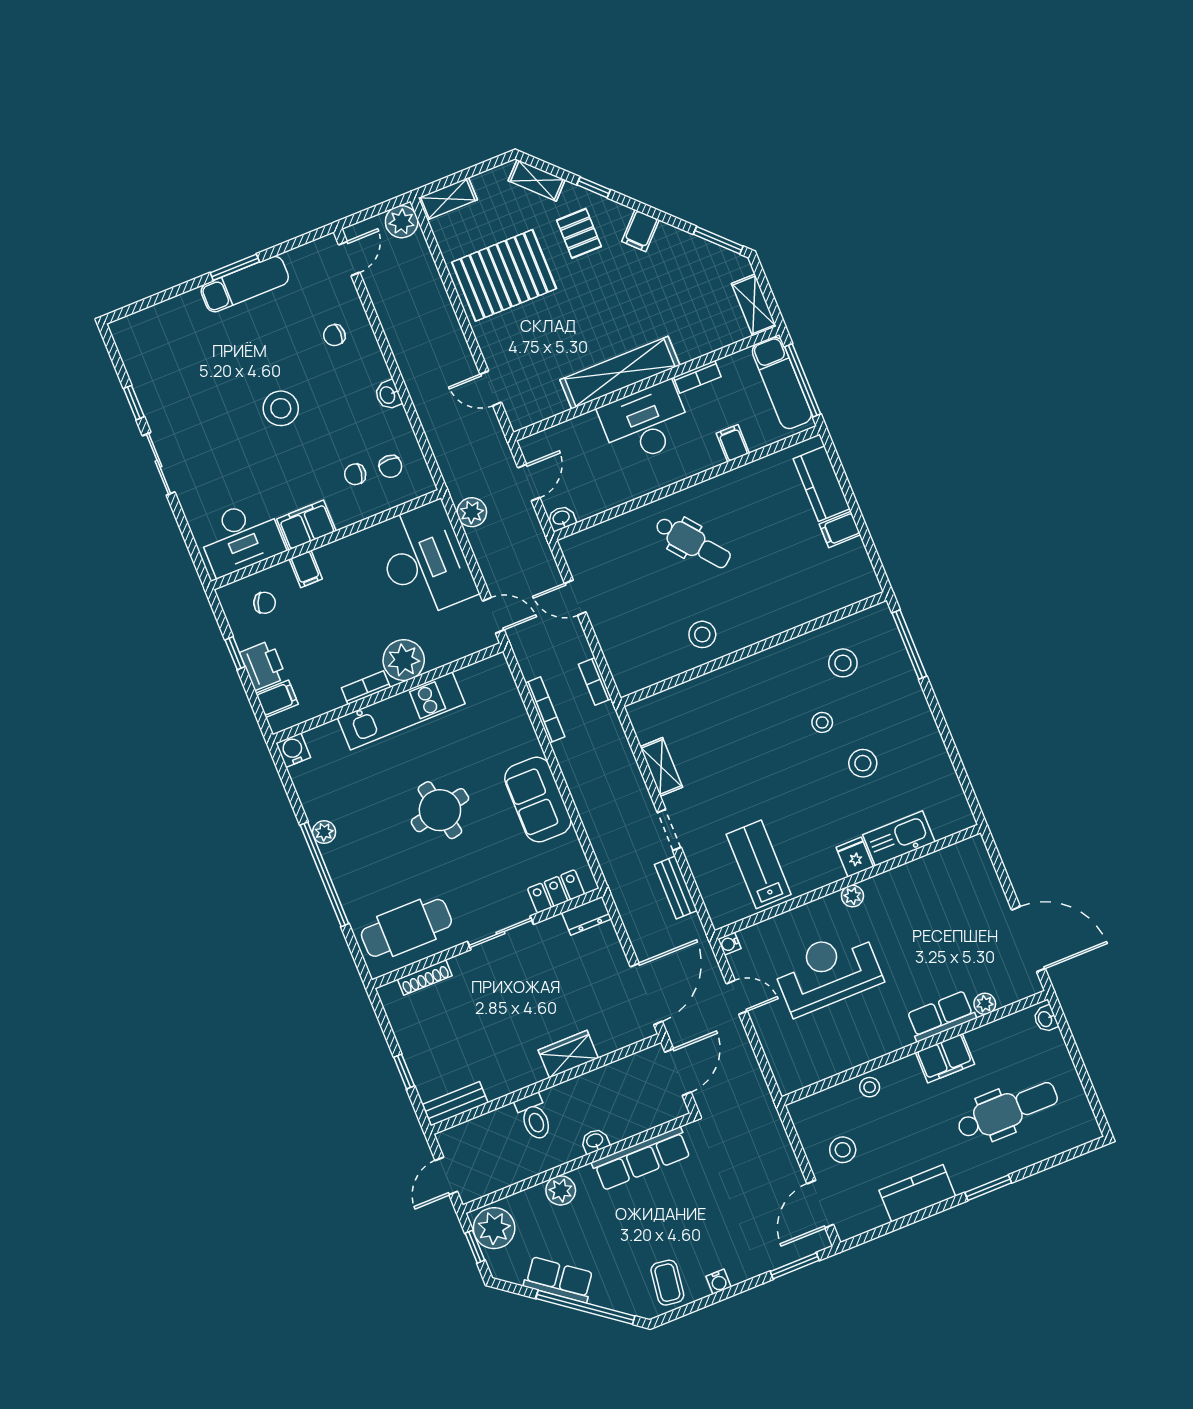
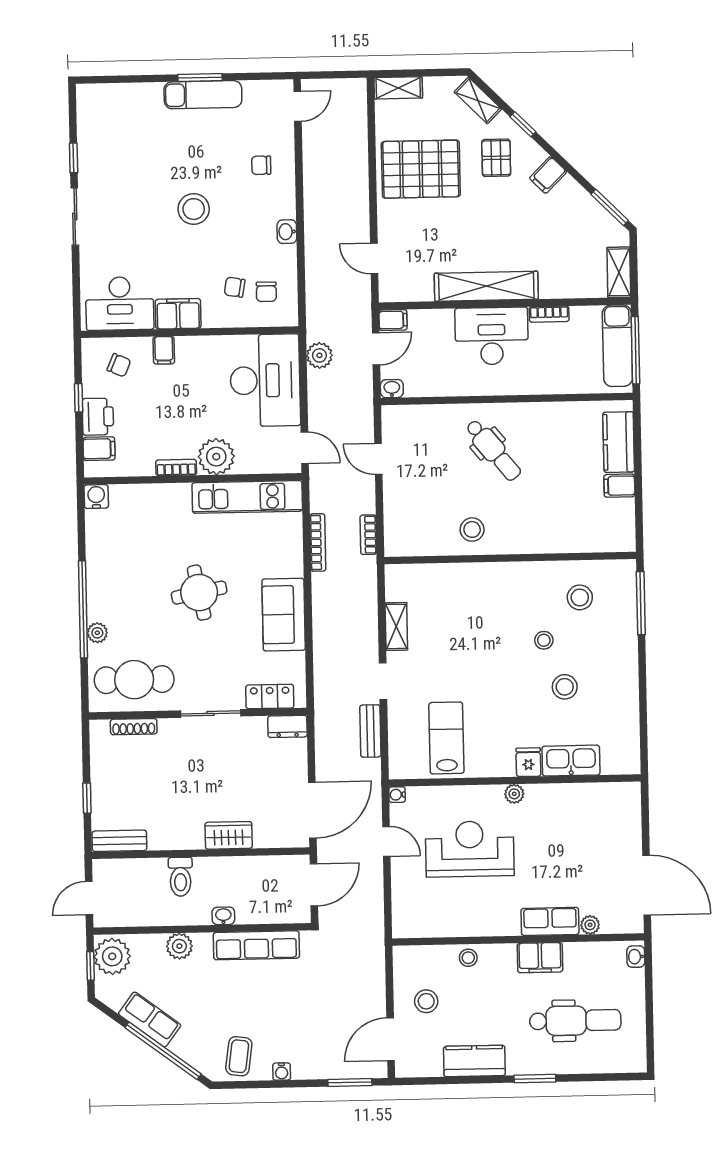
plant: (402, 222) -> (353, 92), removed
filing cabinet: (733, 443) -> (393, 320), moved, turned 90
kitchen unit: (401, 711) -> (247, 497), moved
plant: (324, 832) -> (97, 633), moved

